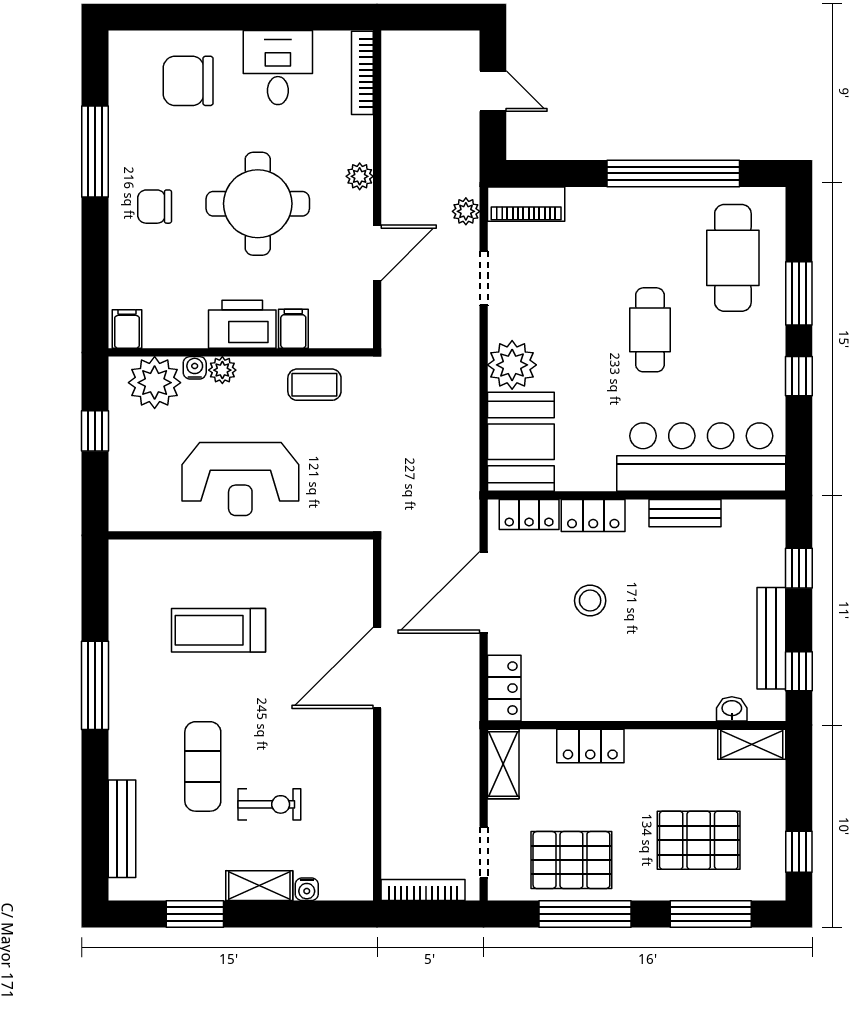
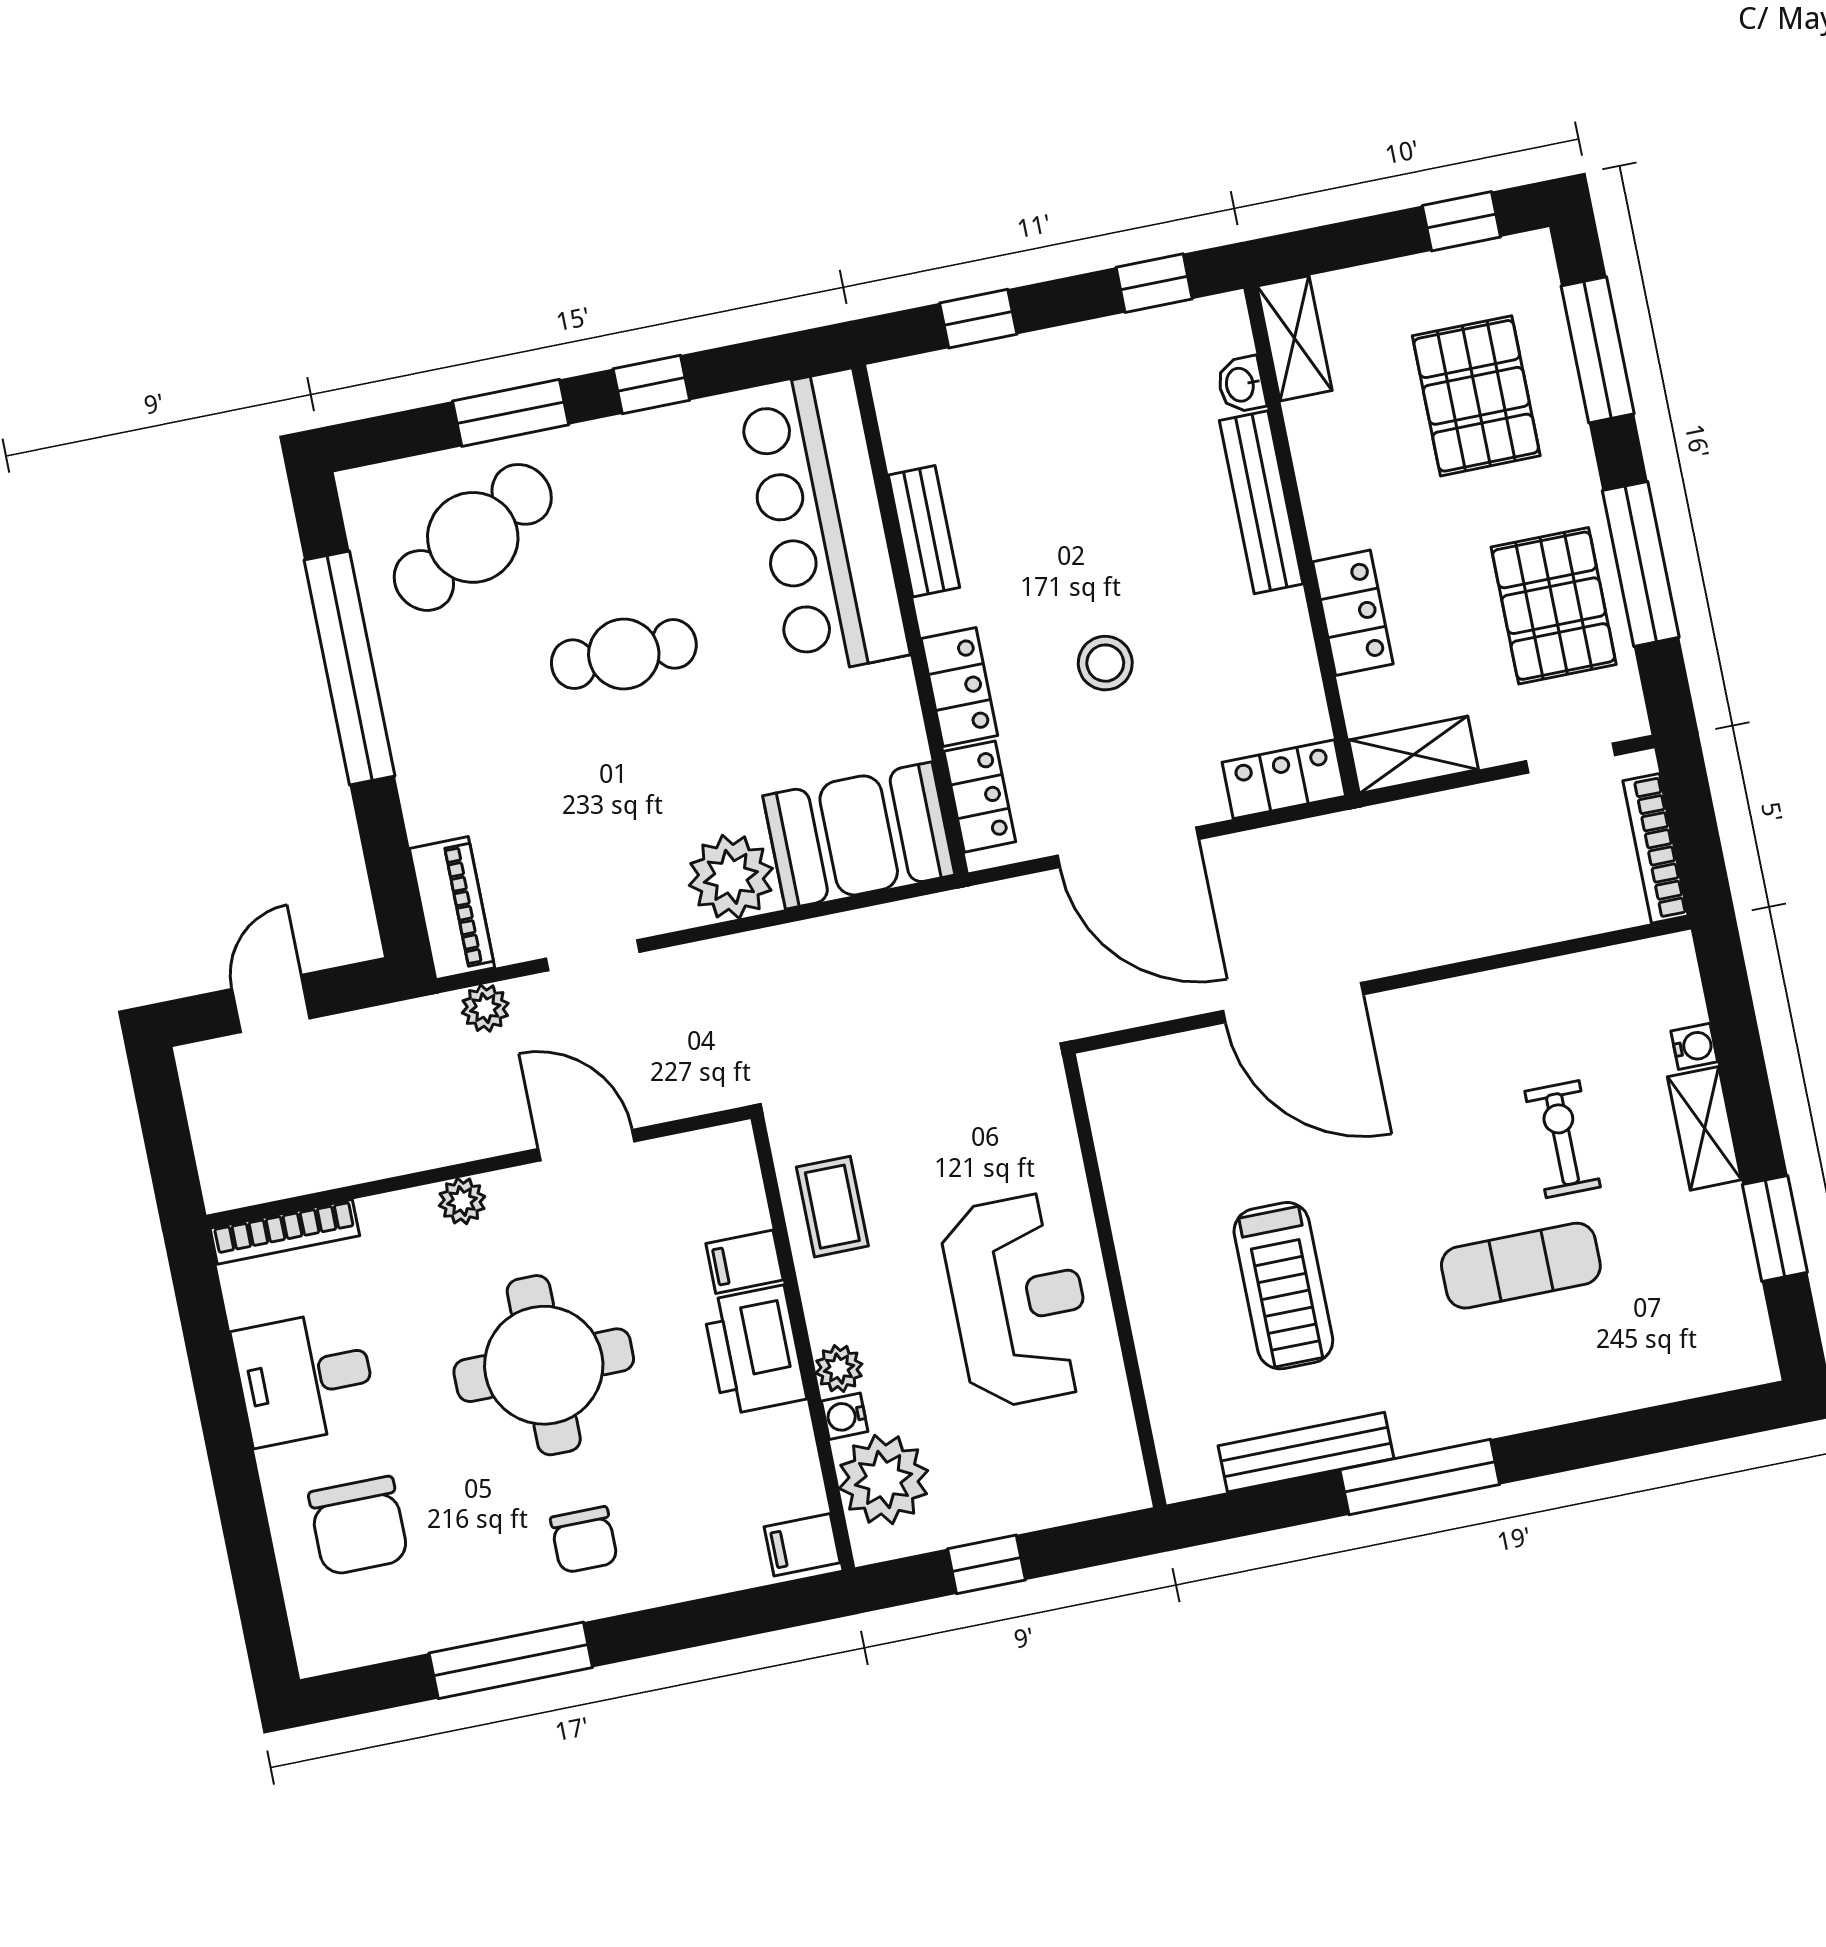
cafe table: (733, 258) -> (473, 537), turned -30
bench: (771, 638) -> (1261, 502), moved, turned 90
bench: (122, 829) -> (1306, 1452), moved

